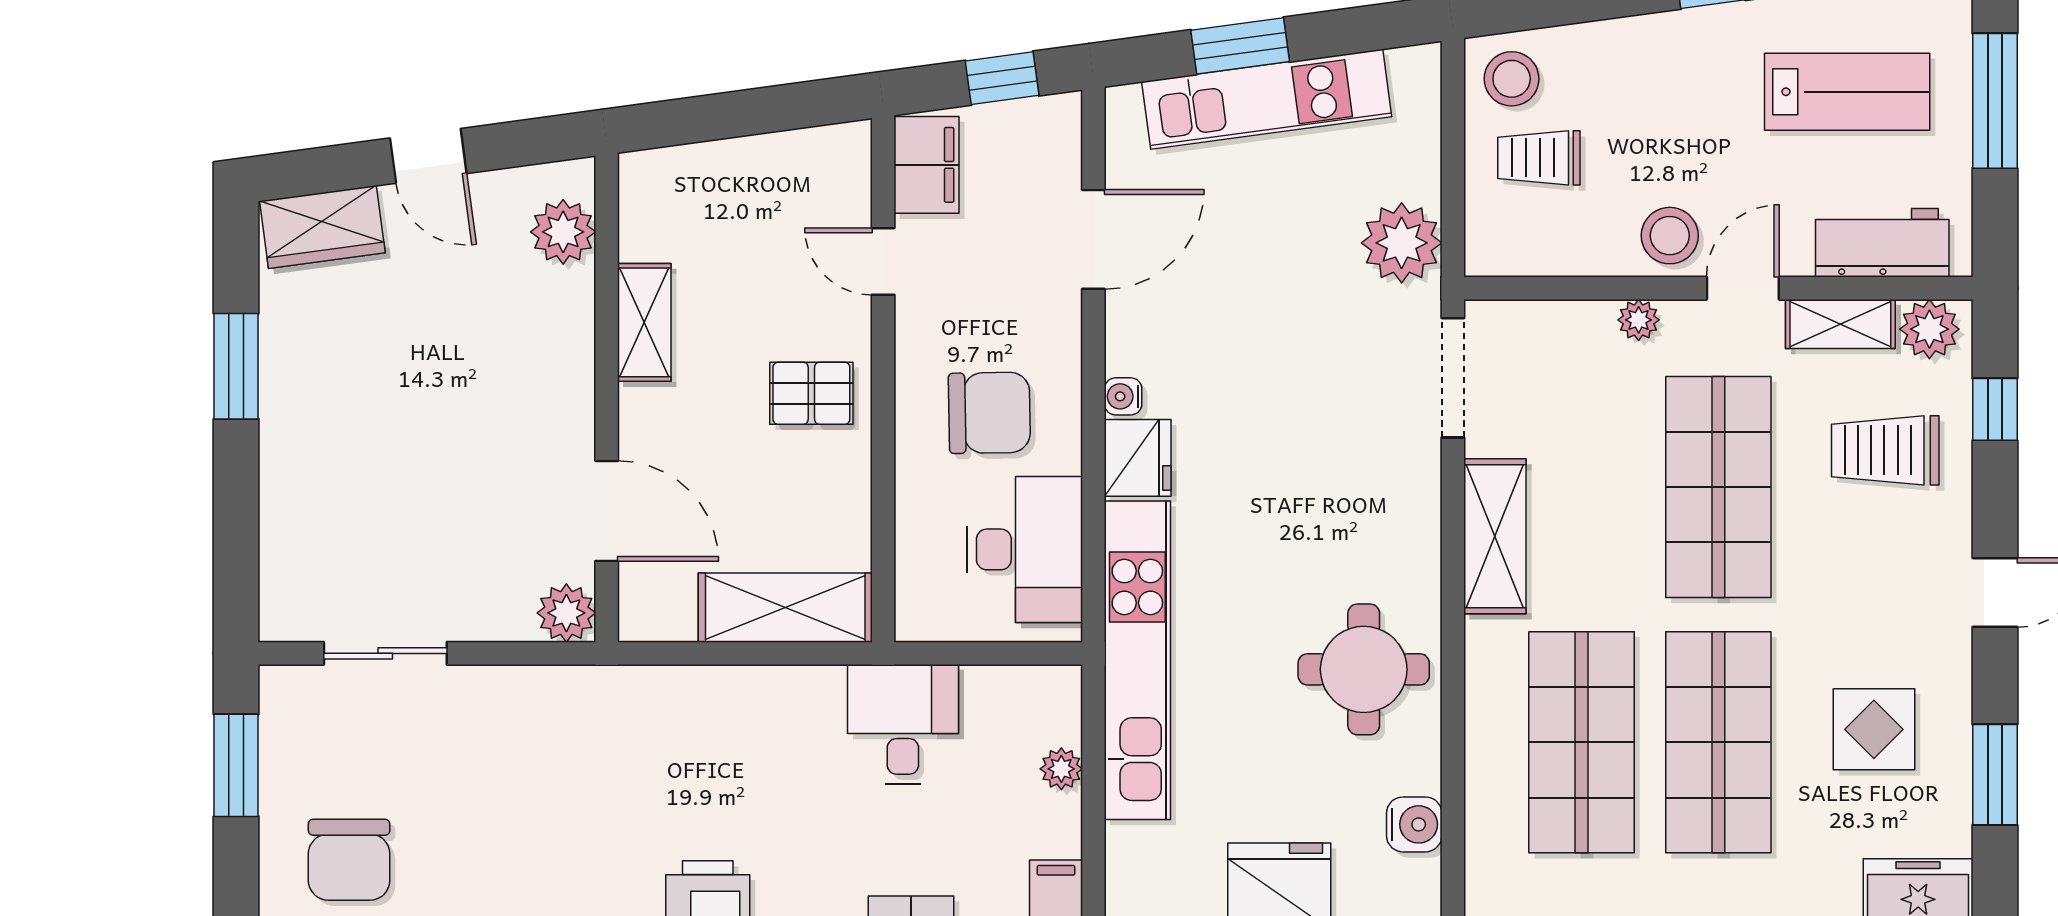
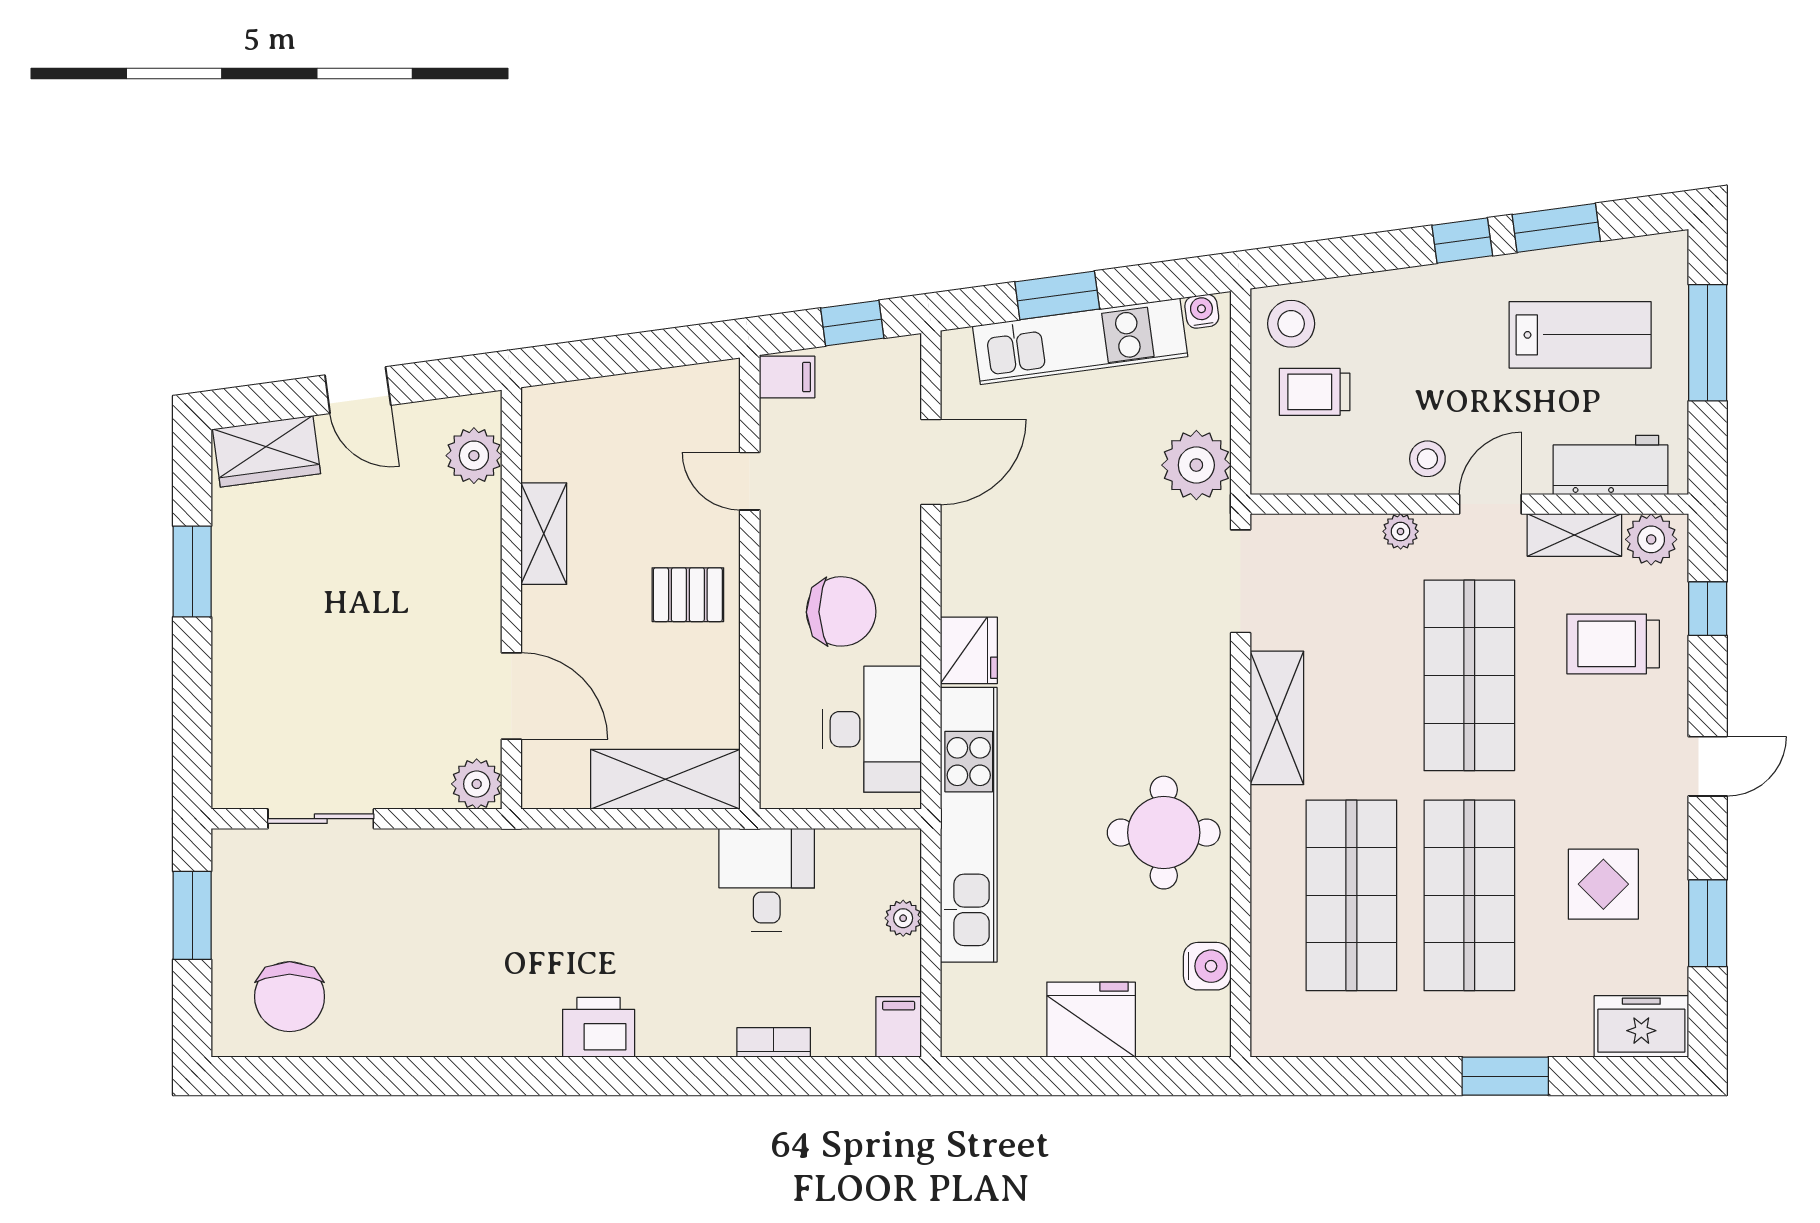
filing cabinet: (927, 165) -> (787, 377), width x0.50
stool: (1670, 236) -> (1427, 459), width x0.73, depth x0.73
water cooler: (1123, 396) -> (1202, 311), moved, turned 82

